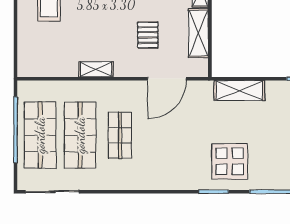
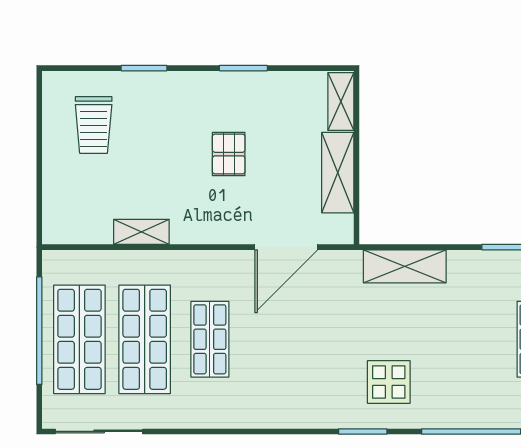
pallet: (148, 35) -> (229, 154), moved
shelving: (96, 69) -> (141, 232), moved
display table: (230, 161) -> (389, 382), width x0.73, depth x0.73

